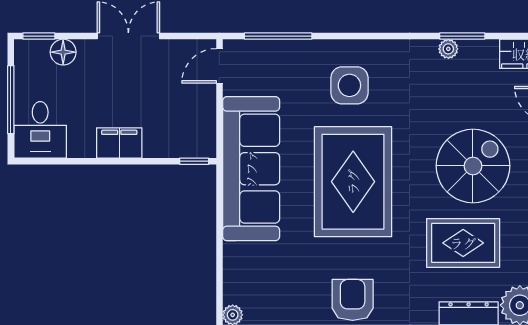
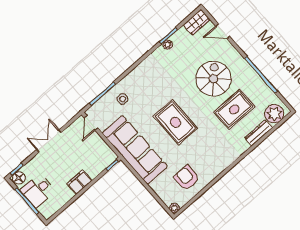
floor lamp: (63, 52) -> (19, 178), moved
side table: (349, 85) -> (123, 99), moved, width x0.54, depth x0.54
desk: (40, 130) -> (38, 191), moved, turned 90
rug: (353, 182) -> (175, 122), width x0.73, depth x0.69
armchair: (353, 300) -> (187, 178), moved

